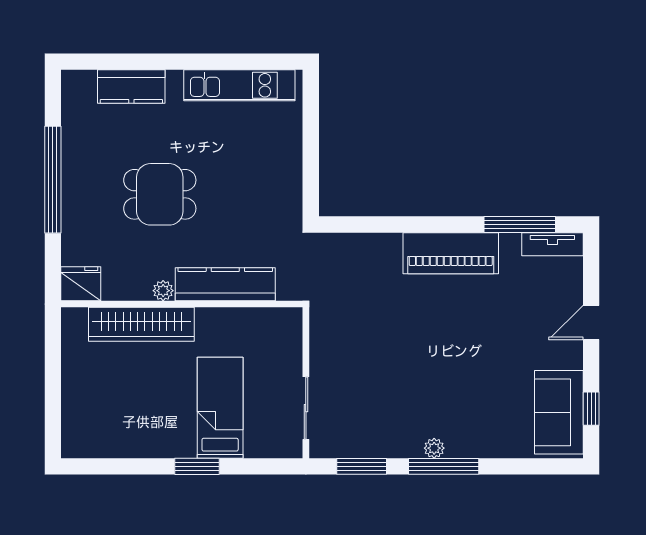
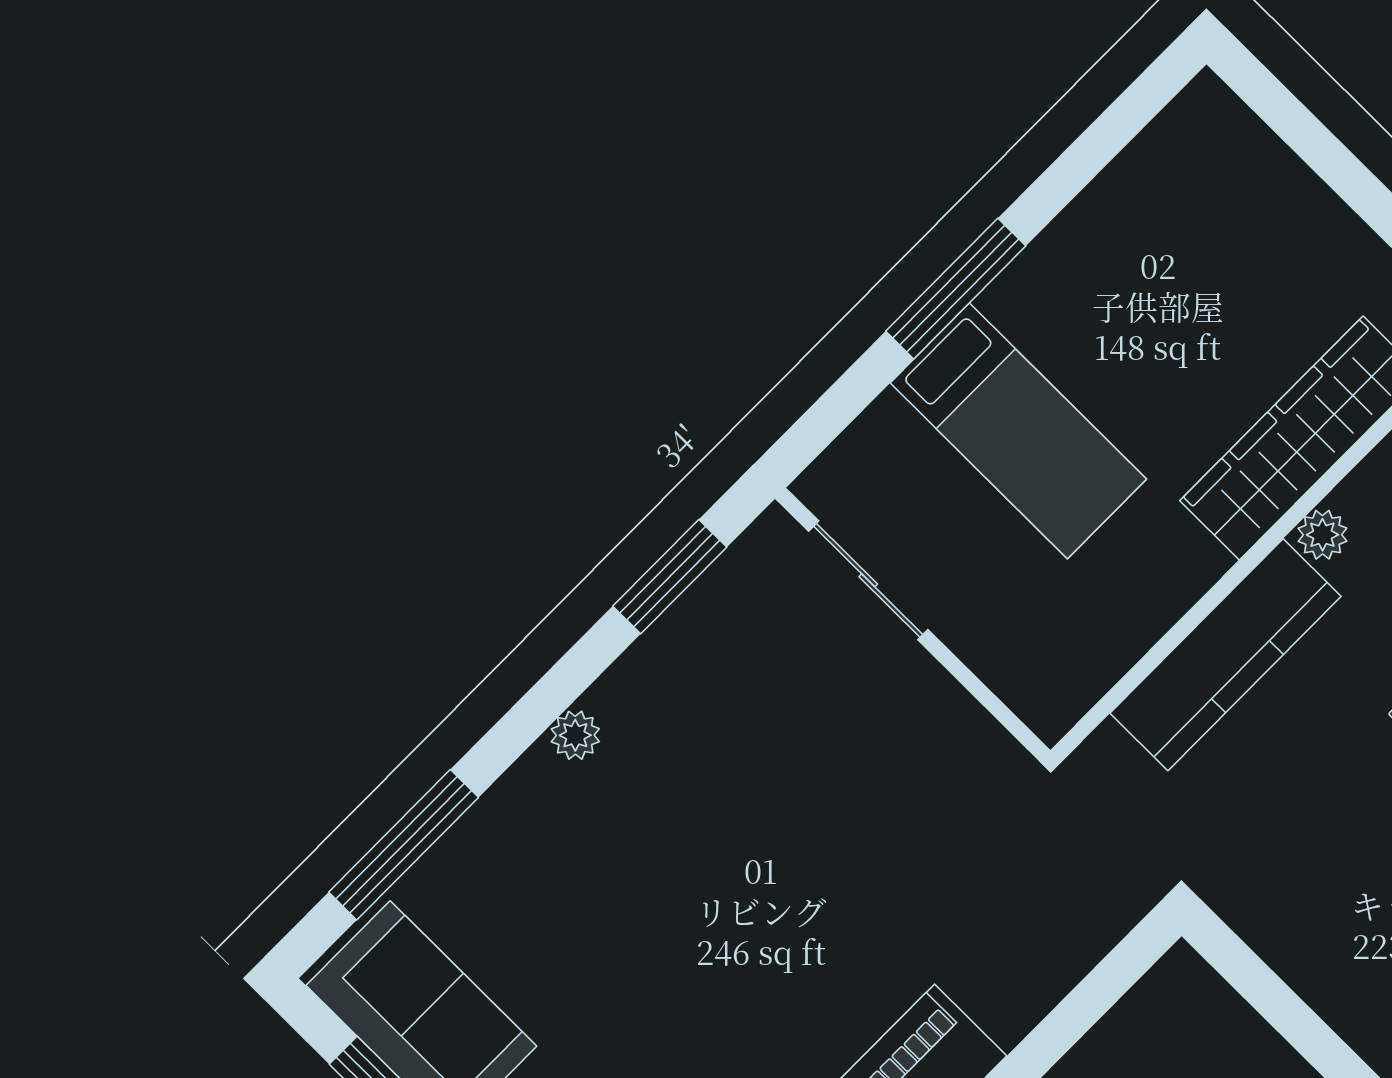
window: (197, 466) -> (956, 289), width x1.44
window: (444, 466) -> (404, 845), moved

